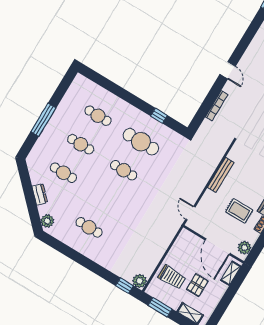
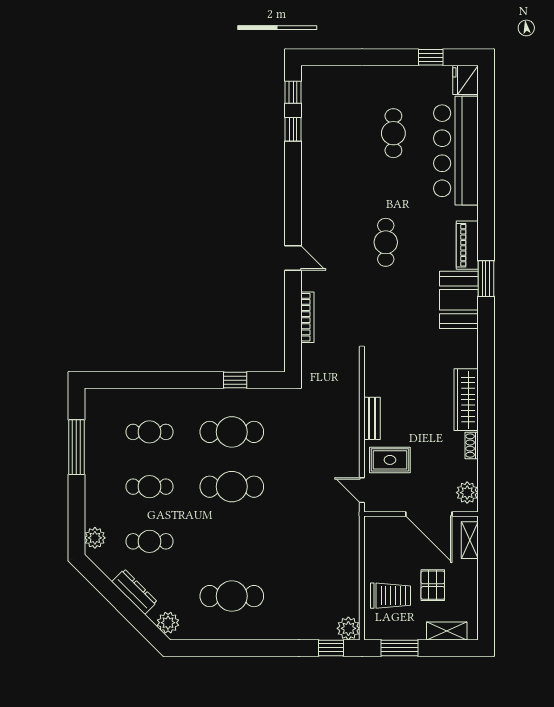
window: (43, 120) -> (76, 447), moved
plant: (36, 154) -> (95, 538), added
cafe table: (124, 170) -> (232, 487), width x1.37, depth x1.35
bench: (221, 175) -> (372, 418), width x0.73
dresser: (40, 194) -> (135, 592), width x1.44
rug: (239, 211) -> (390, 460), moved
cafe table: (89, 227) -> (232, 596), width x1.37, depth x1.35

